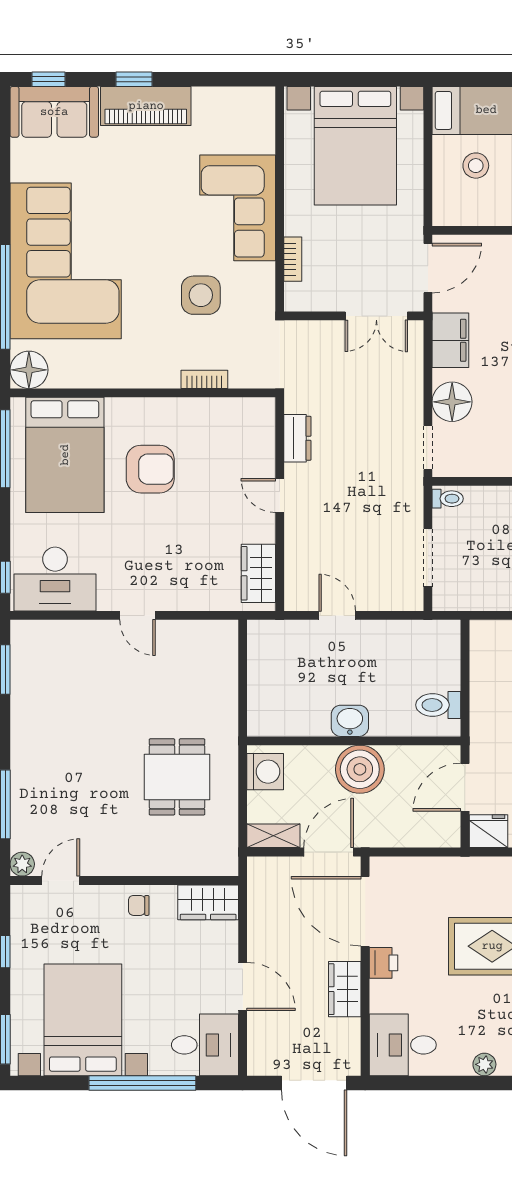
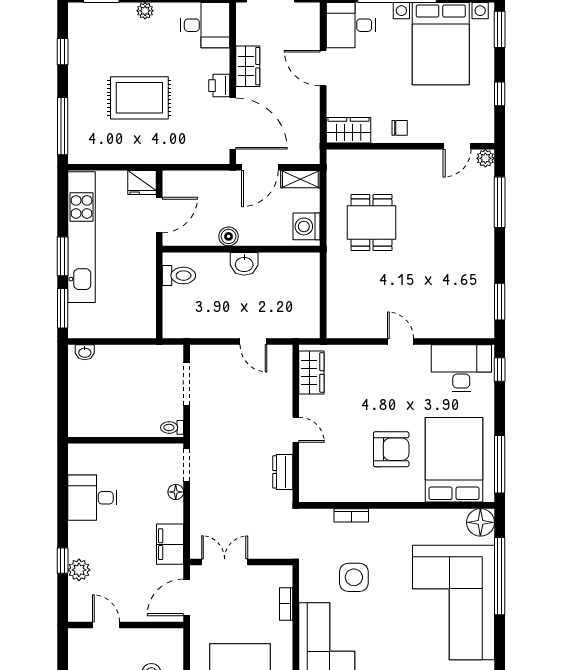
floor lamp: (452, 402) -> (176, 492), width x0.53, depth x0.53
armchair: (150, 469) -> (391, 449), turned 180
boiler: (360, 769) -> (229, 236), width x0.54, depth x0.54

